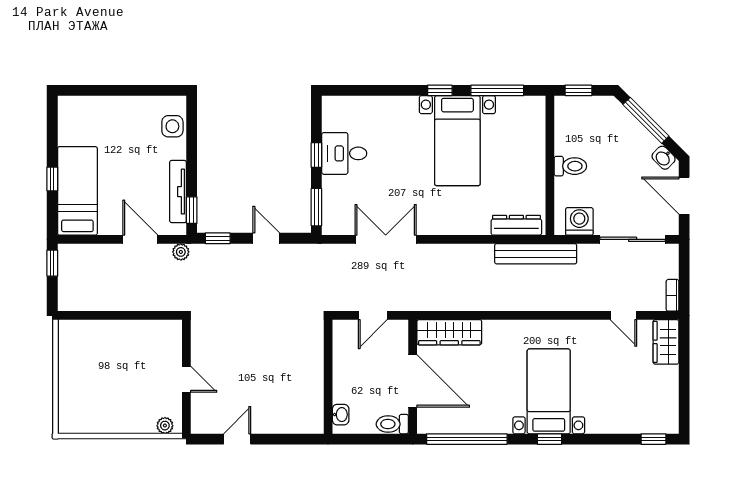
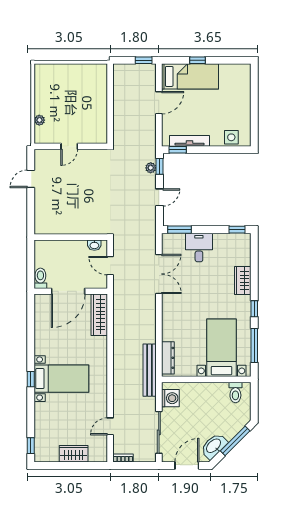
window: (578, 90) -> (254, 398), removed
wardrobe: (396, 108) -> (243, 281), added
bed with nightstands: (457, 141) -> (222, 348), moved, turned 90
desk: (344, 153) -> (199, 247), moved
window: (316, 155) -> (237, 230), moved
washbasin: (664, 158) -> (214, 446), width x1.91, depth x1.45
toilet: (570, 166) -> (235, 392), moved
door: (140, 239) -> (159, 103), moved
plant: (181, 252) -> (151, 168), moved
wardrobe: (666, 342) -> (74, 454), moved
washbasin: (341, 415) -> (94, 245), moved
plant: (165, 426) -> (39, 120), moved
door: (237, 439) -> (31, 179), swing flipped
window: (467, 439) -> (31, 326), removed

